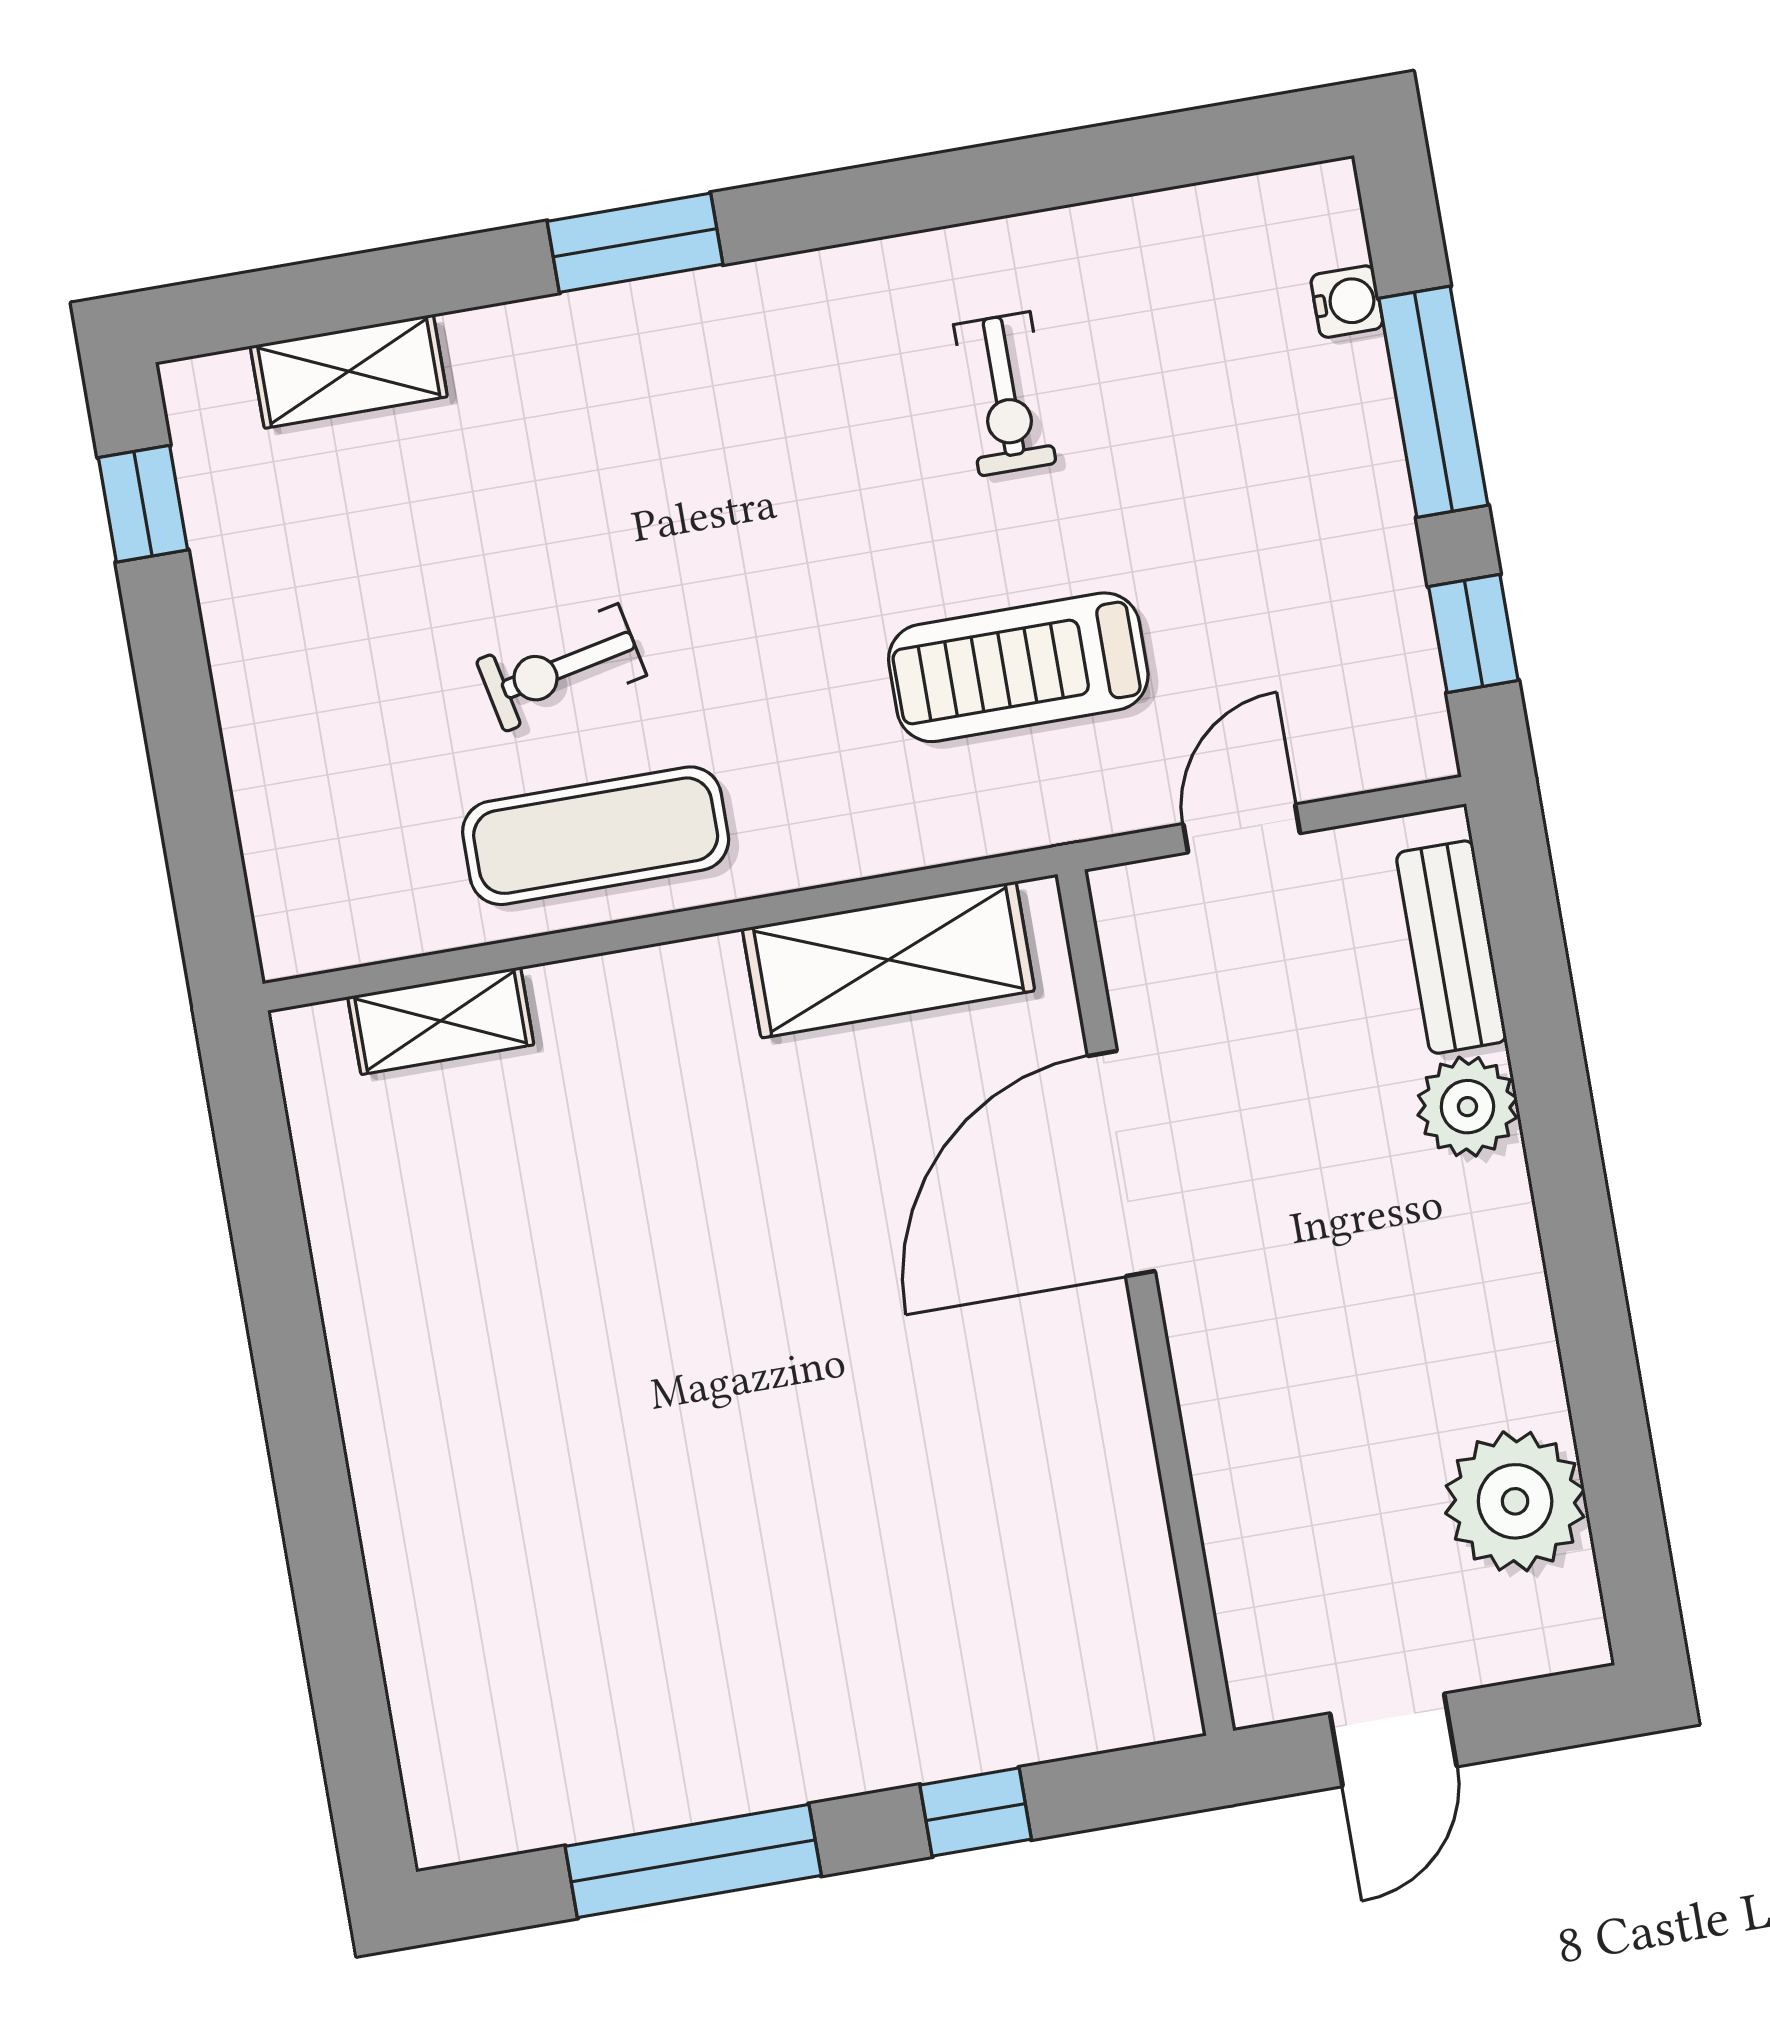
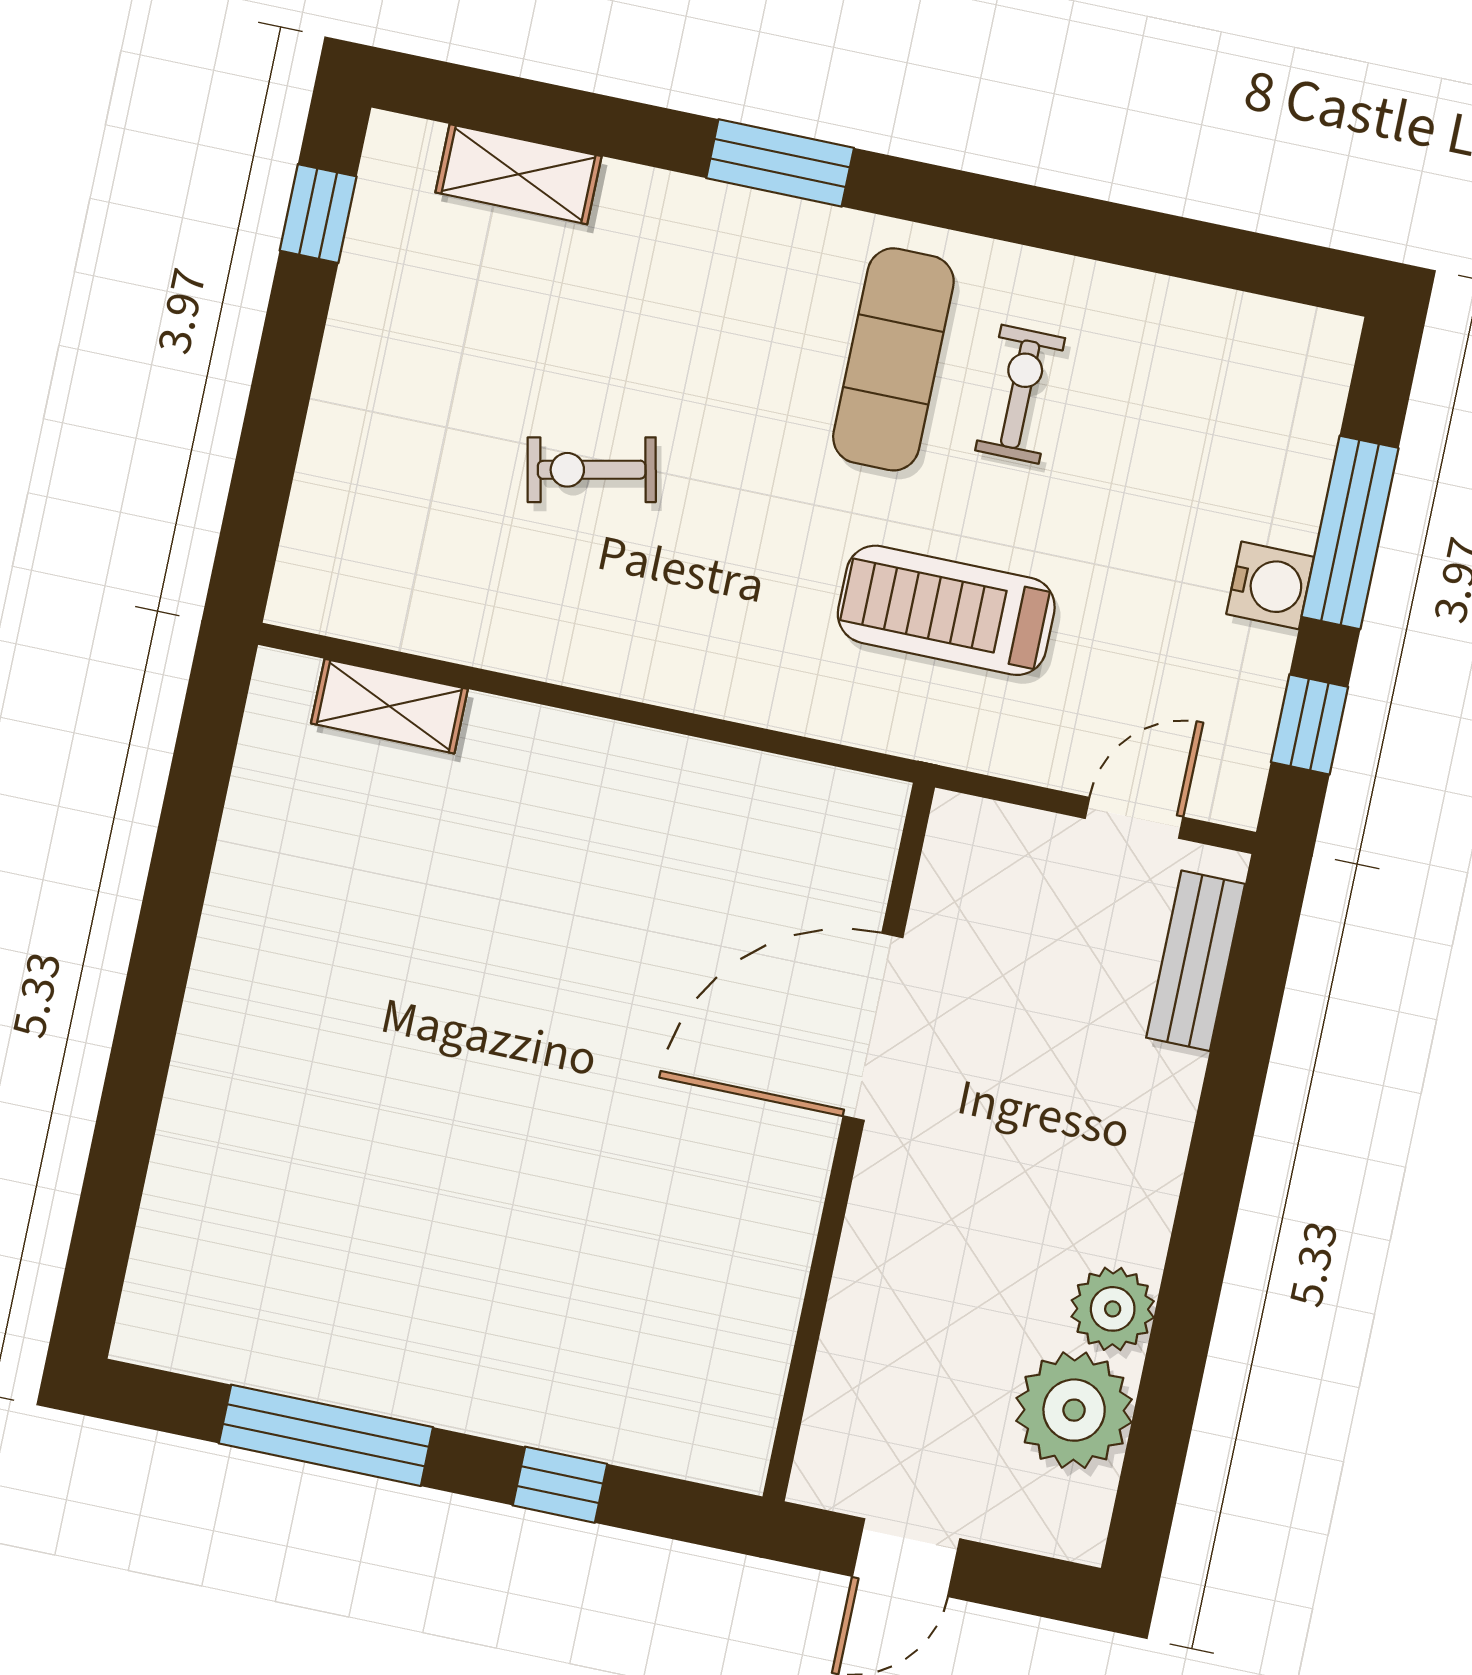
water cooler: (1347, 302) -> (1270, 585), moved, width x1.38, depth x1.38
exercise bike: (1005, 394) -> (1020, 394), turned 180
door: (1242, 829) -> (1134, 818), moved
exercise mat: (596, 836) -> (893, 359), moved, turned 90
shelving: (888, 960) -> (755, 797), removed
plant: (1467, 1107) -> (1113, 1309), moved

